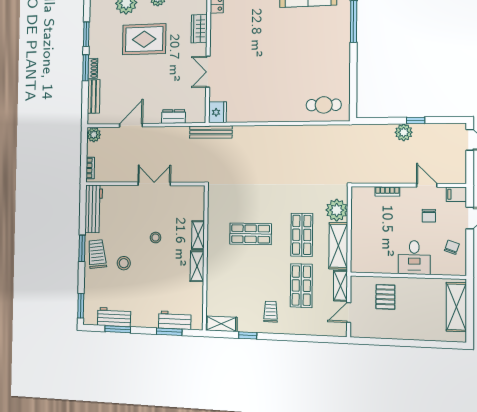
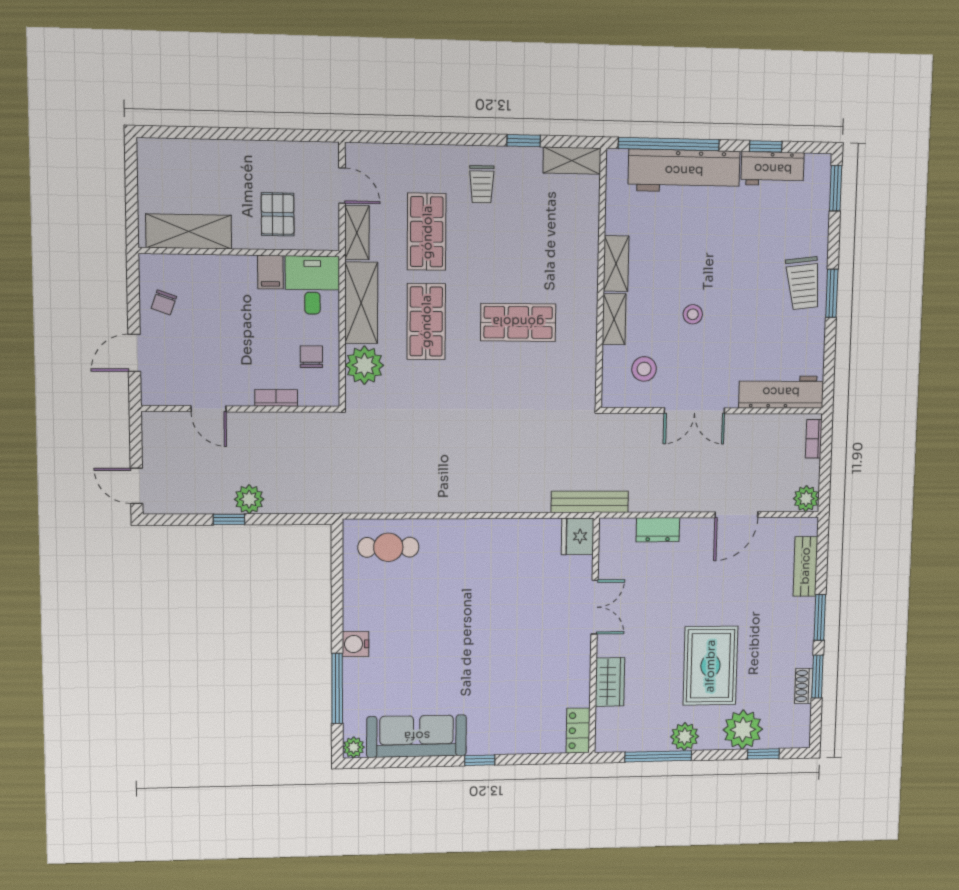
rug: (144, 39) -> (710, 666), turned 90
water cooler: (343, 48) -> (356, 644), added
shoe rack: (93, 68) -> (804, 686), moved
filing cabinet: (456, 194) -> (270, 272), moved, turned 90
workbench: (94, 209) -> (781, 392), moved, turned 90
chair: (429, 216) -> (311, 357), moved
desk: (414, 257) -> (312, 285), moved
stool: (124, 263) -> (644, 369), moved
shelving: (456, 307) -> (189, 231), moved, turned 90
door: (349, 313) -> (342, 185), hinge flipped
workbench: (175, 320) -> (684, 171), width x1.88, depth x1.32
window: (118, 329) -> (766, 146), width x0.67
window: (169, 332) -> (669, 144), width x2.11

